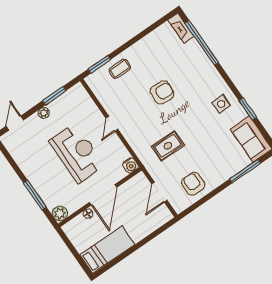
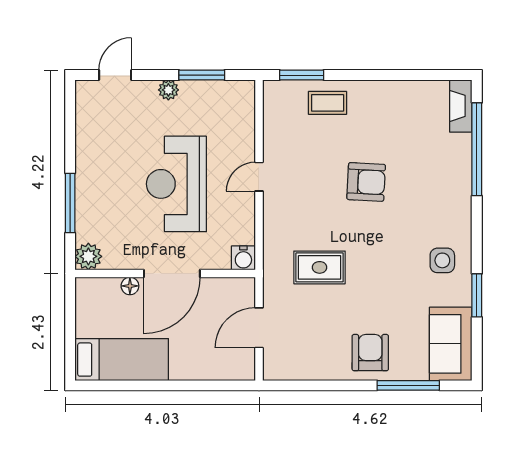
reception desk: (77, 153) -> (176, 184), turned 180
armchair: (193, 184) -> (370, 353), moved

